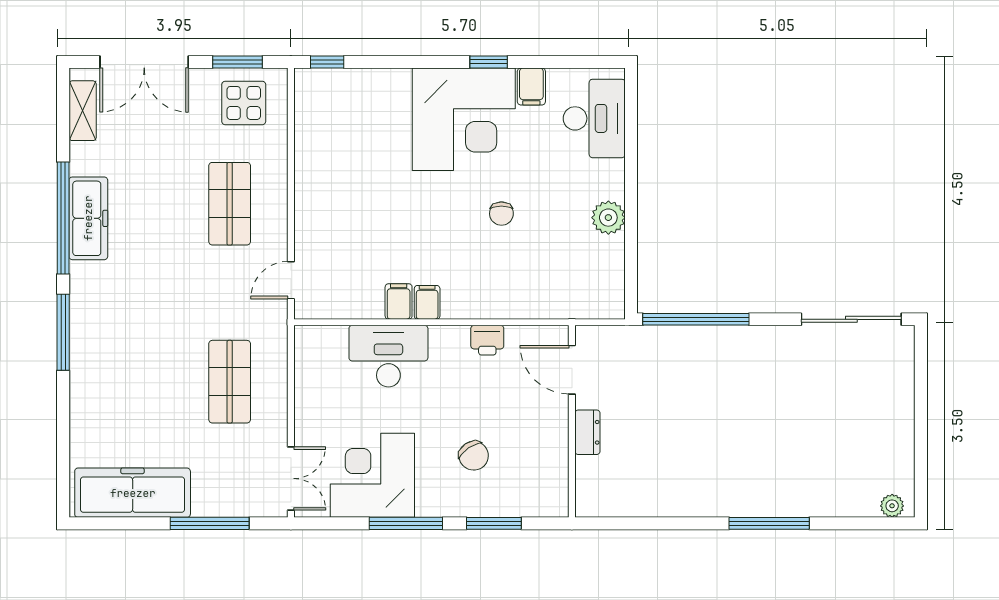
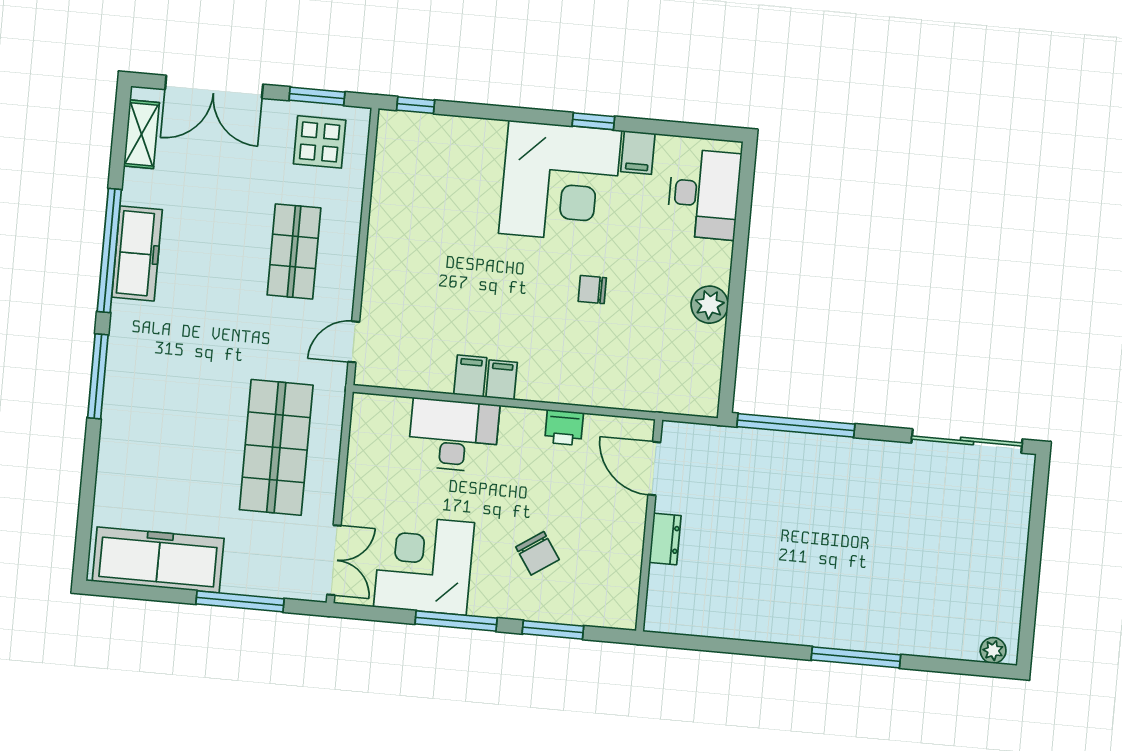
chair: (501, 214) -> (592, 290), turned 90
shop shelf: (230, 382) -> (276, 447), width x1.43, depth x1.36

